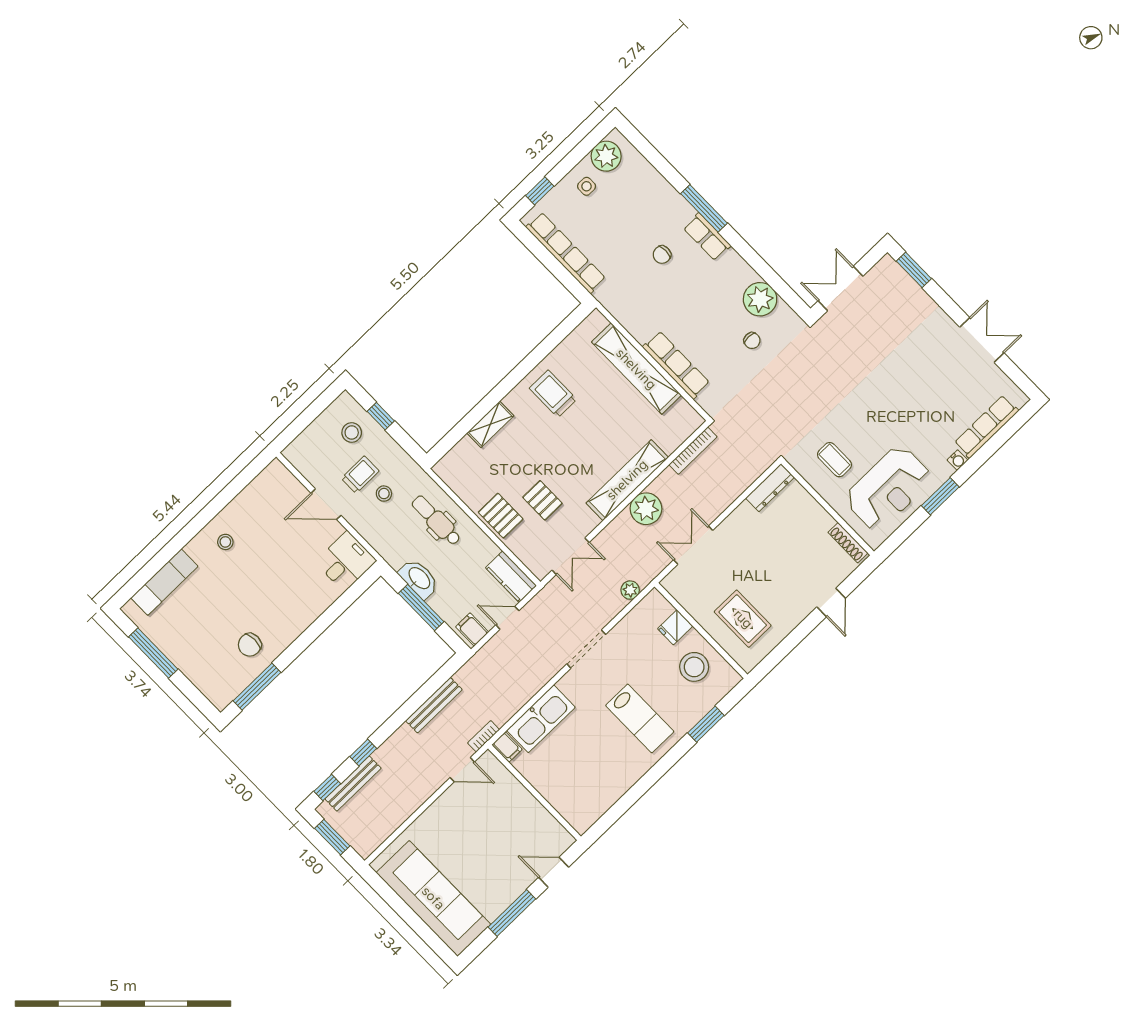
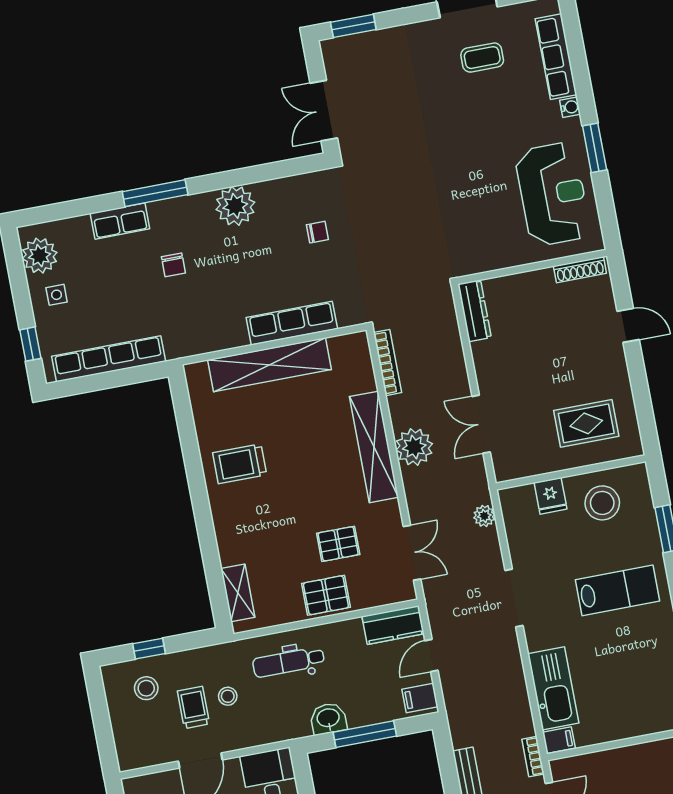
row of seats: (707, 237) -> (120, 221), moved
plant: (760, 299) -> (235, 206), moved
shelving: (490, 424) -> (238, 593), moved
coffee table: (834, 460) -> (482, 58), moved
washbasin: (419, 579) -> (328, 719), width x0.72

